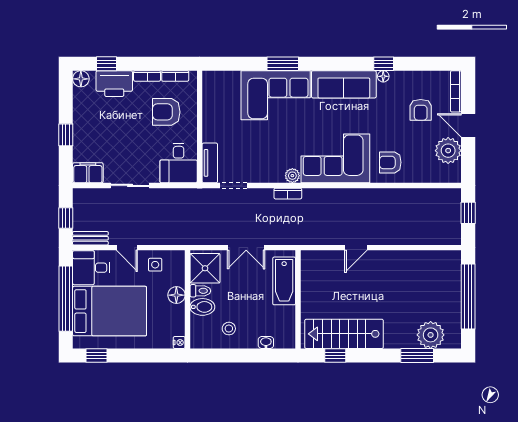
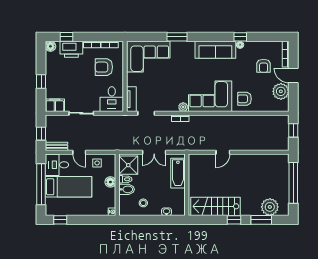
corner sofa: (276, 95) -> (148, 57), moved
bed: (110, 311) -> (68, 187), width x0.67
window: (335, 356) -> (234, 220), moved

